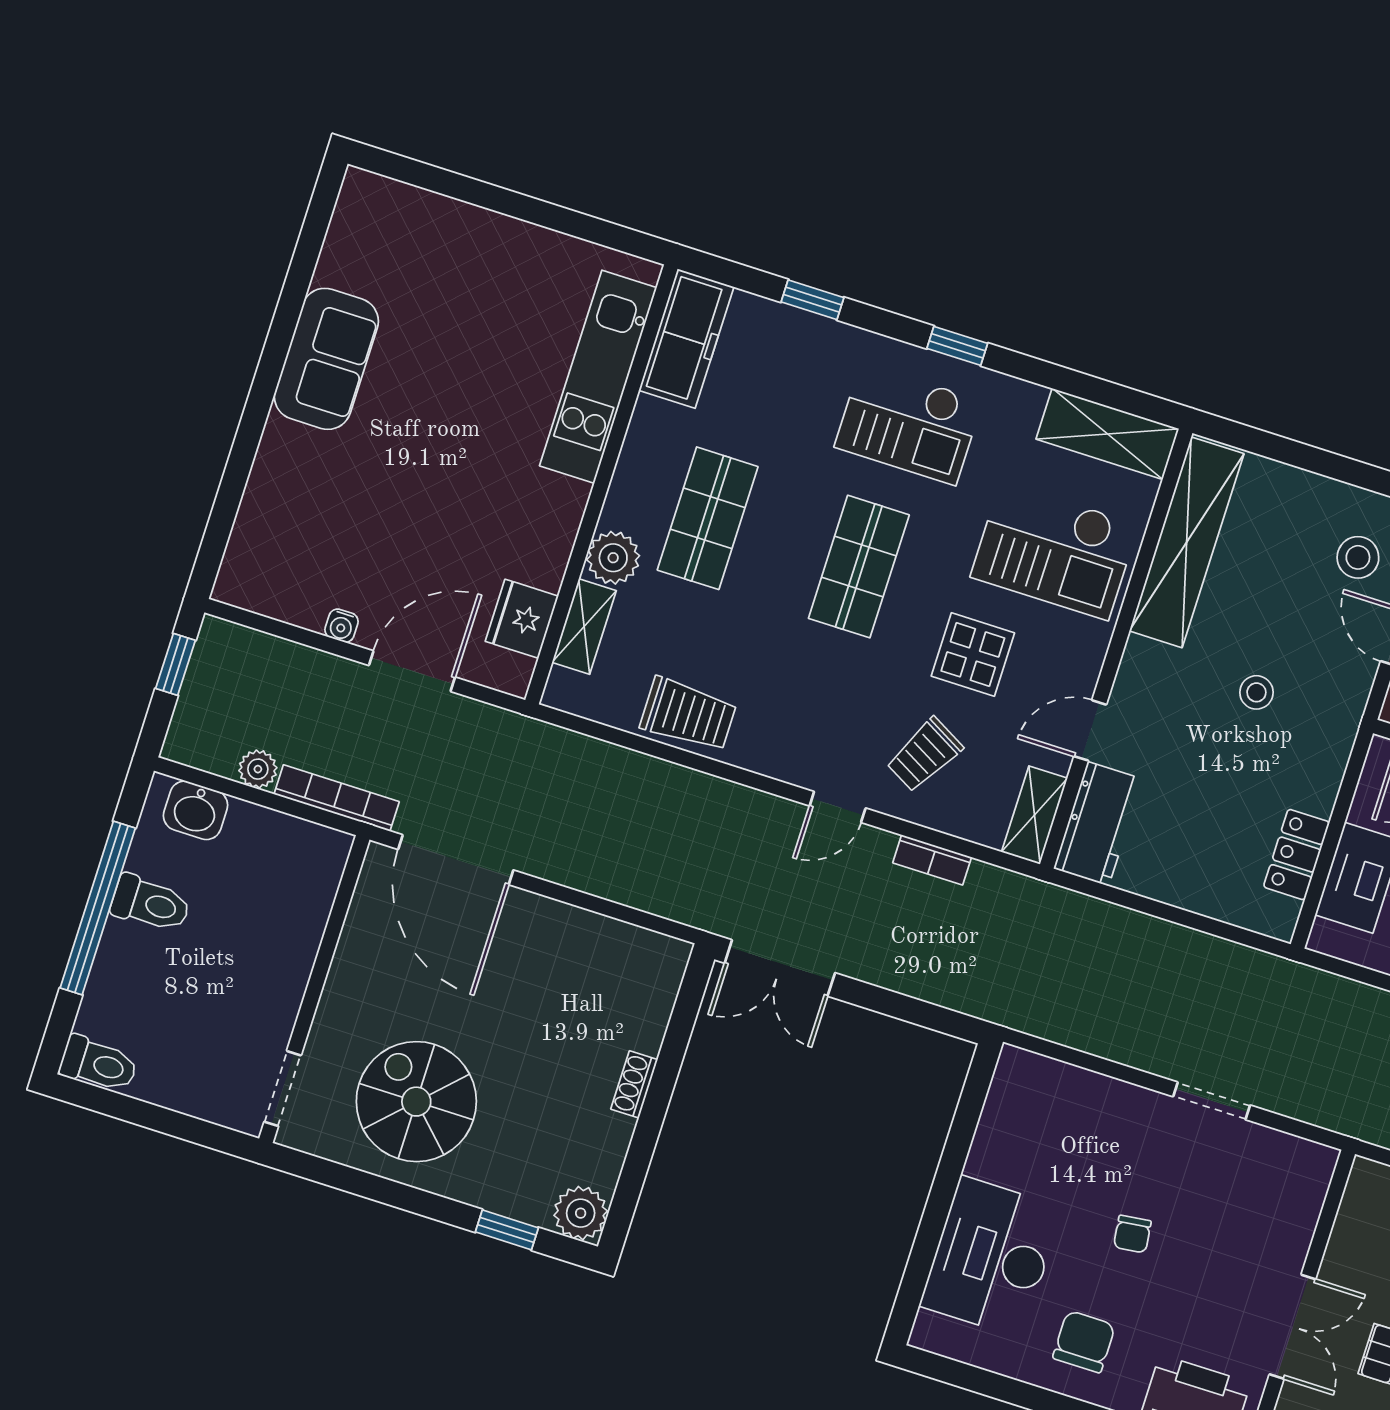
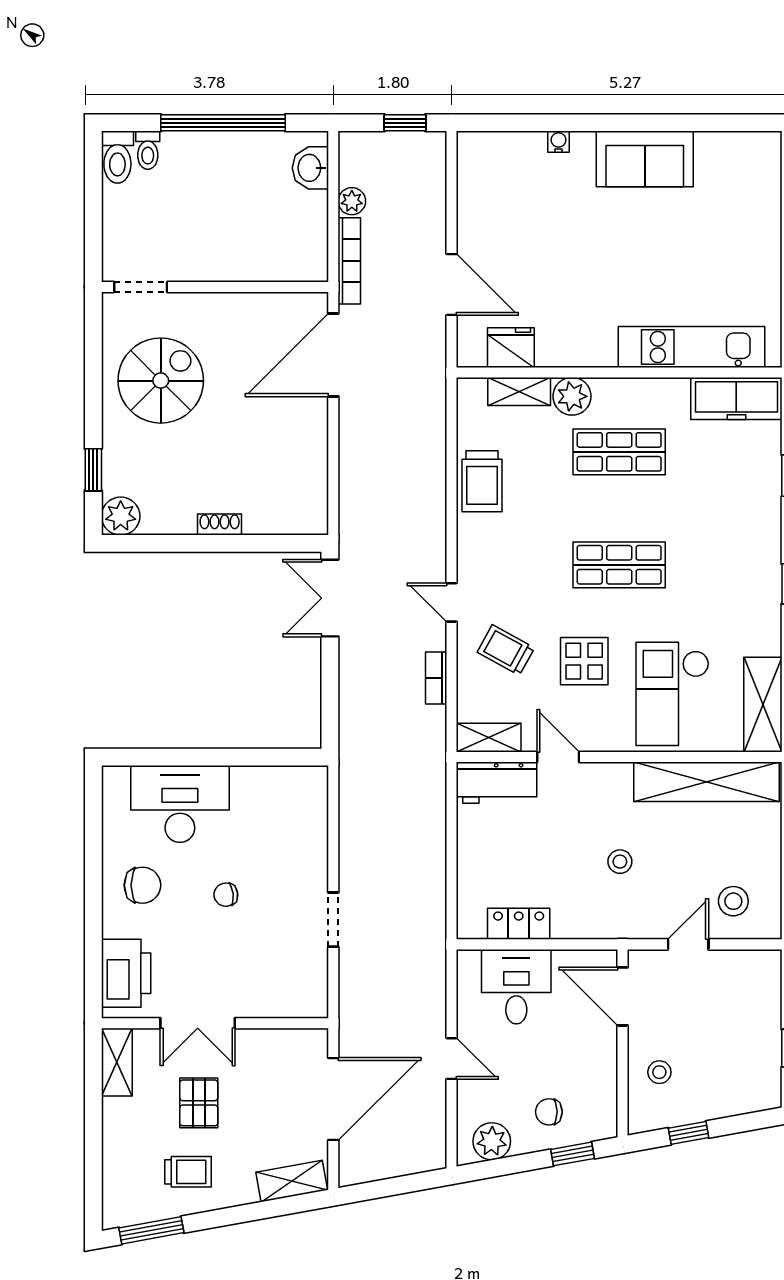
checkout: (908, 424) -> (727, 568), removed
water cooler: (341, 626) -> (558, 142), moved, turned 90
toilet: (151, 904) -> (148, 150), moved, width x0.73, depth x0.72

